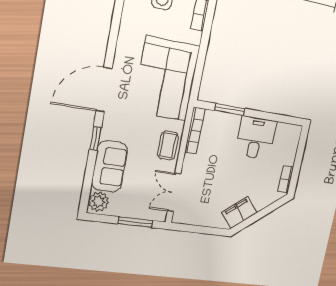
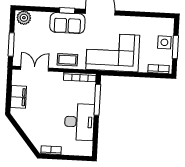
window: (230, 110) -> (97, 100), width x1.44
desk: (256, 138) -> (79, 122), width x1.37
sofa: (110, 166) -> (67, 23), moved
filing cabinet: (239, 212) -> (18, 97), moved, turned 39

